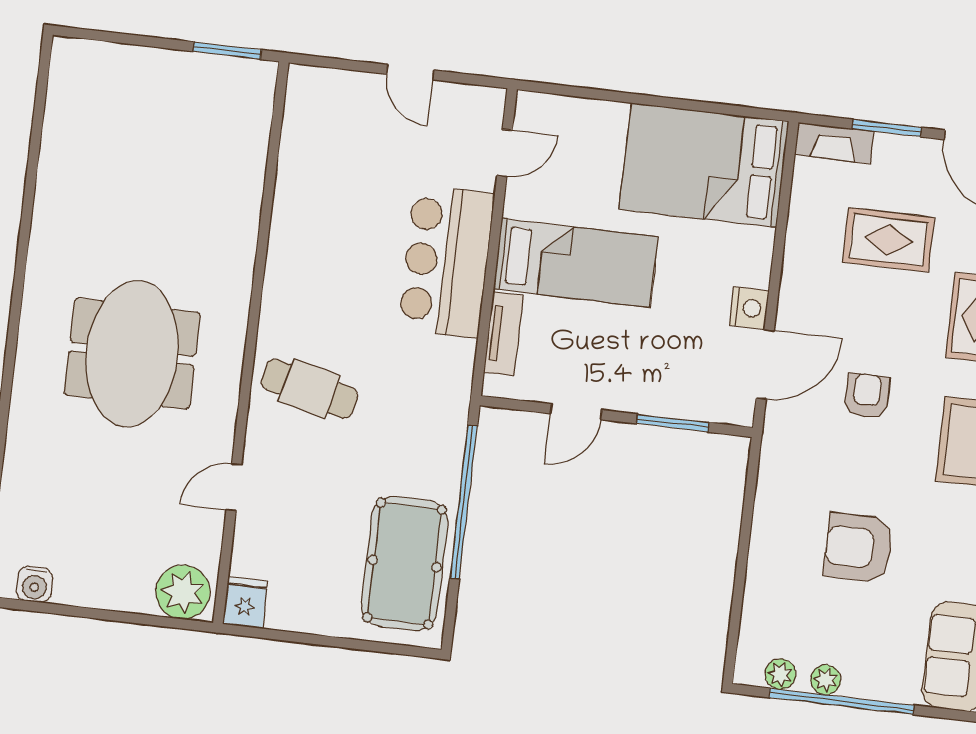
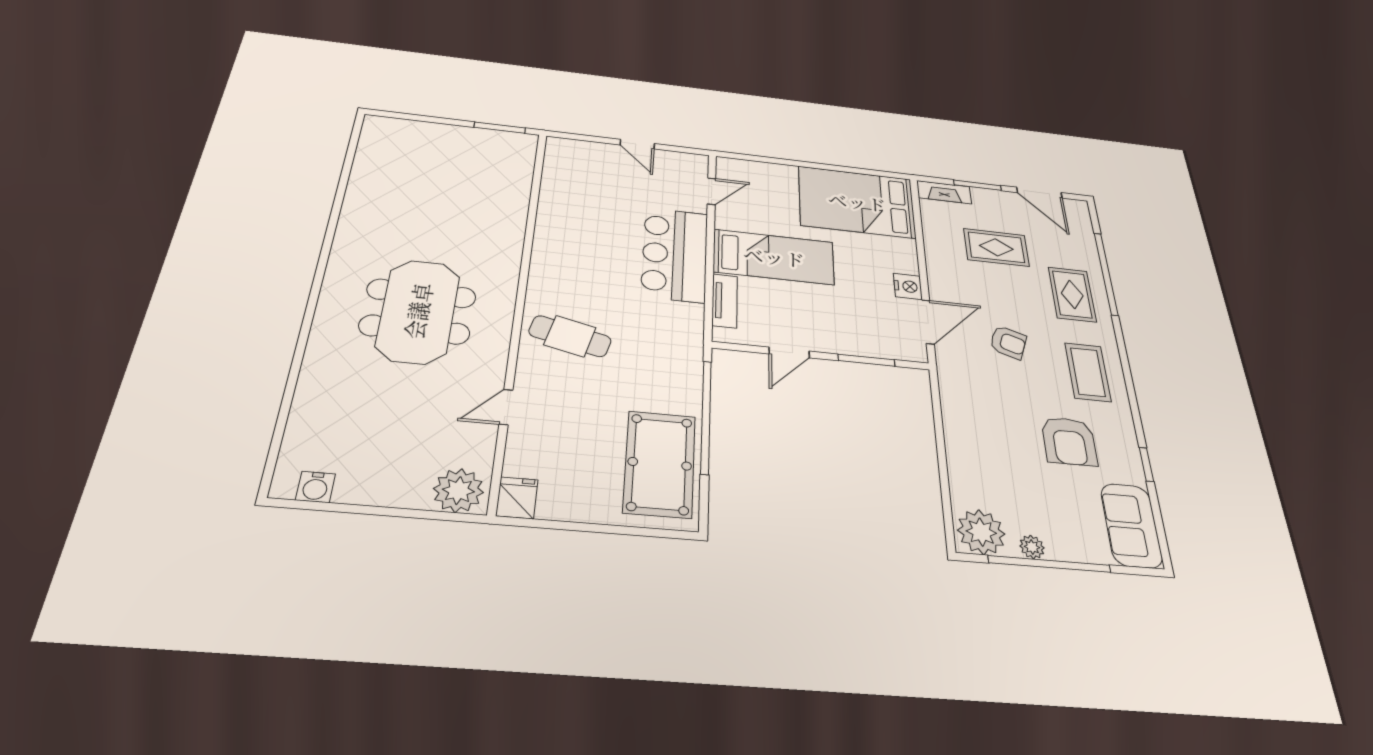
armchair: (867, 396) -> (1008, 342), turned 109
armchair: (859, 548) -> (1069, 441), moved, turned -90
plant: (780, 674) -> (981, 532), width x1.88, depth x1.88

